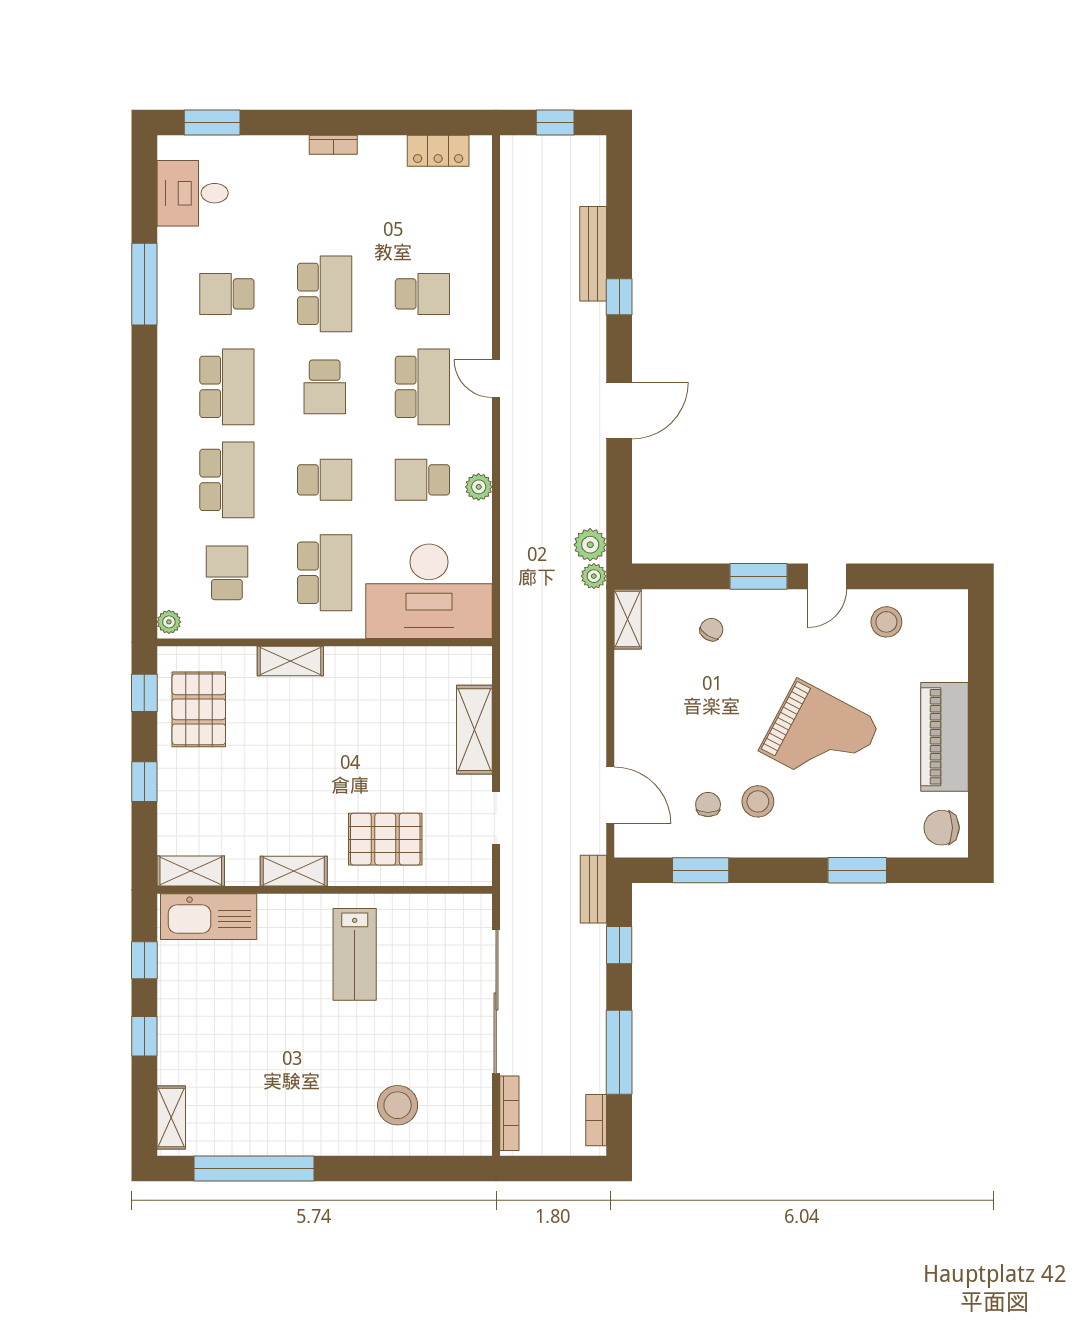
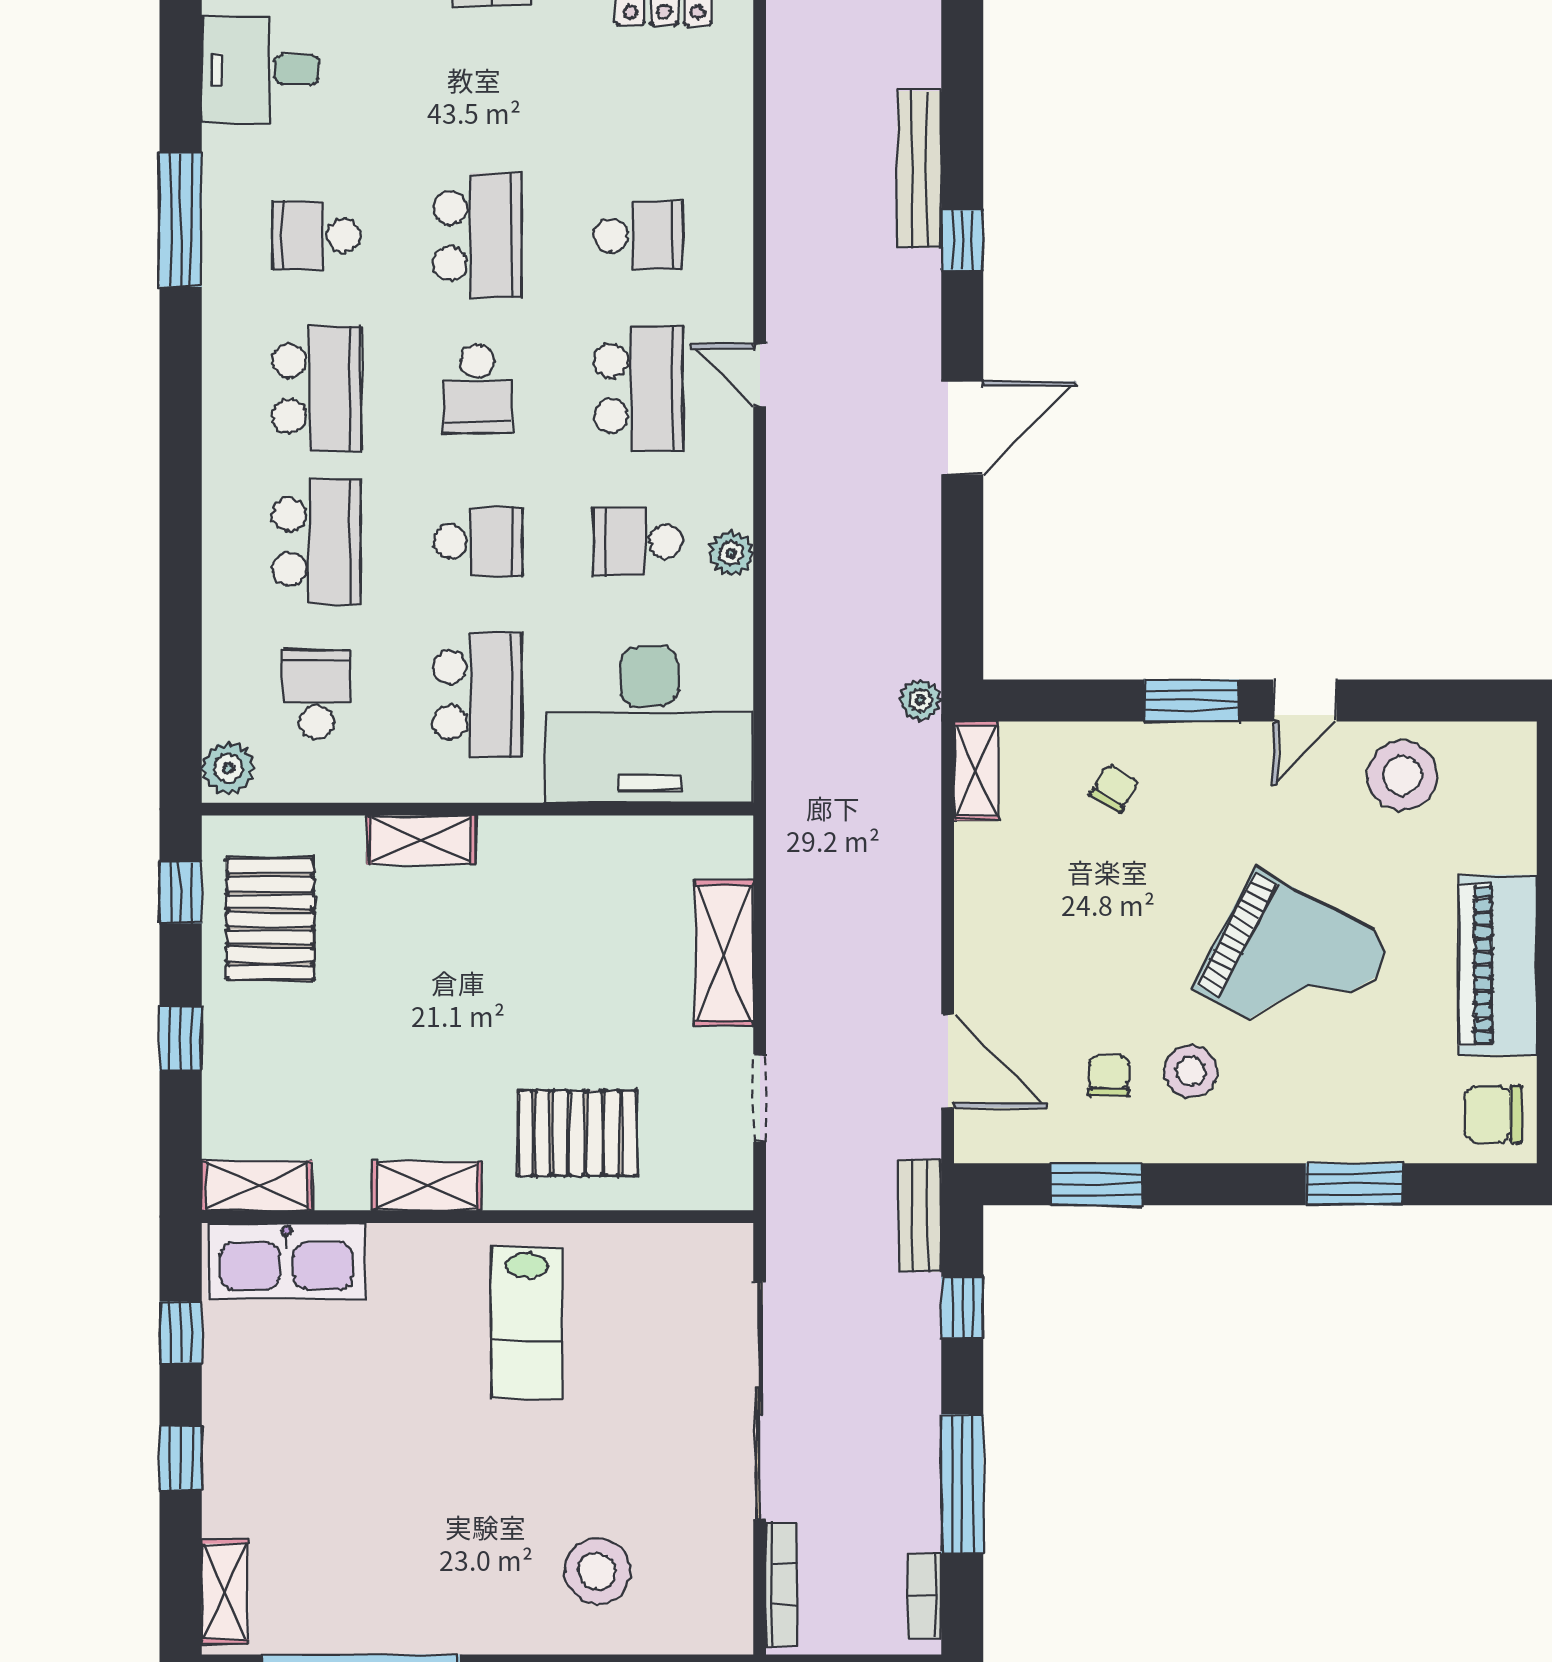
plant: (590, 545) -> (915, 648), removed
plant: (169, 622) -> (228, 768), width x1.38, depth x1.38
stool: (886, 622) -> (1402, 776), width x1.38, depth x1.38

